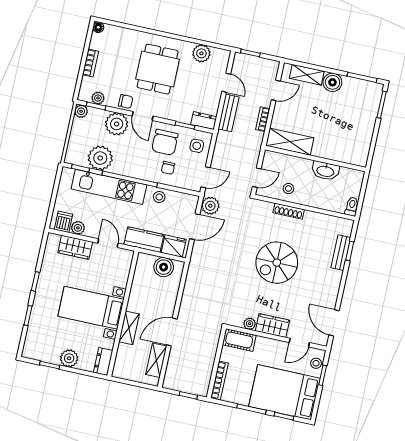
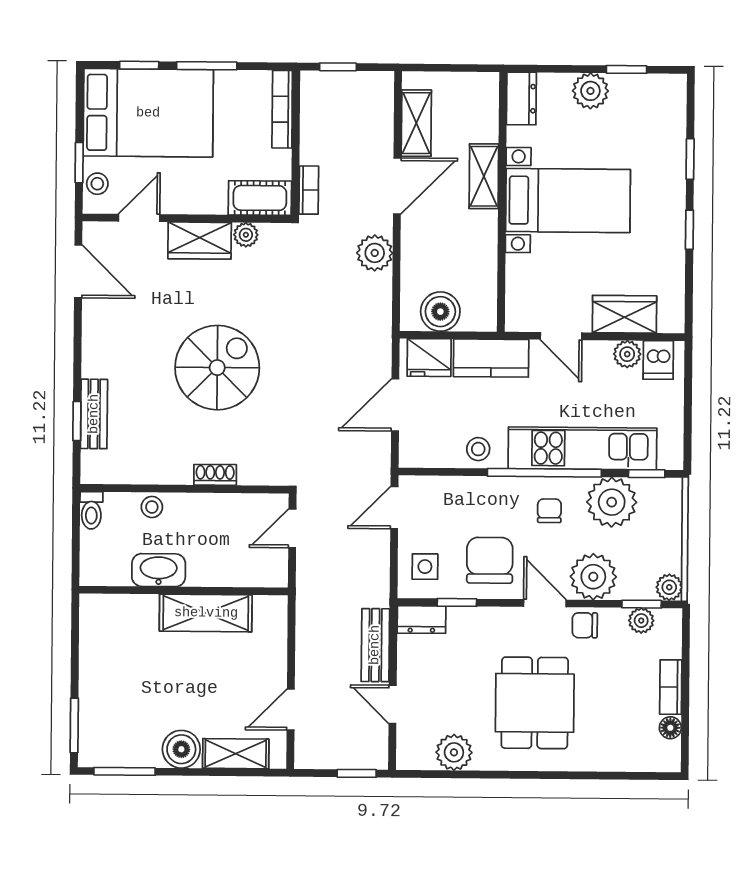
floor lamp: (98, 27) -> (670, 728), moved
bookcase: (263, 119) -> (309, 190), moved
shelving: (290, 142) -> (206, 613), moved
chair: (168, 168) -> (549, 511), moved
stool: (288, 189) -> (152, 507), moved
plant: (210, 206) -> (375, 253), moved
shoe rack: (289, 211) -> (215, 475), width x0.70

